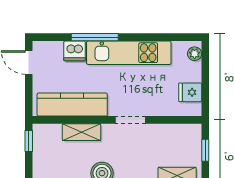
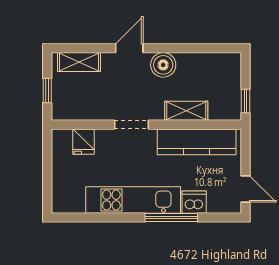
plant: (195, 54) -> (59, 199), removed
fridge: (190, 92) -> (83, 142), moved, turned 90

